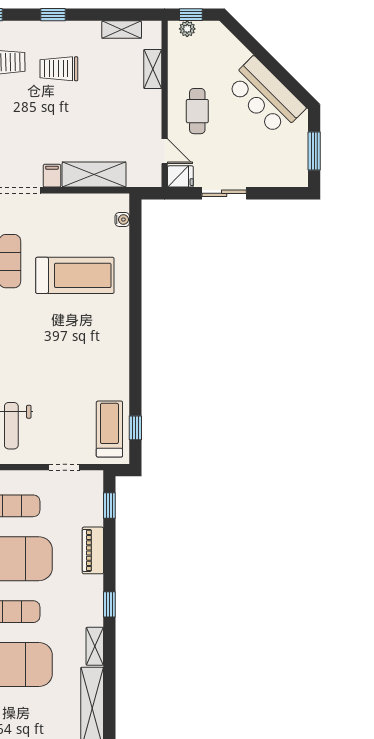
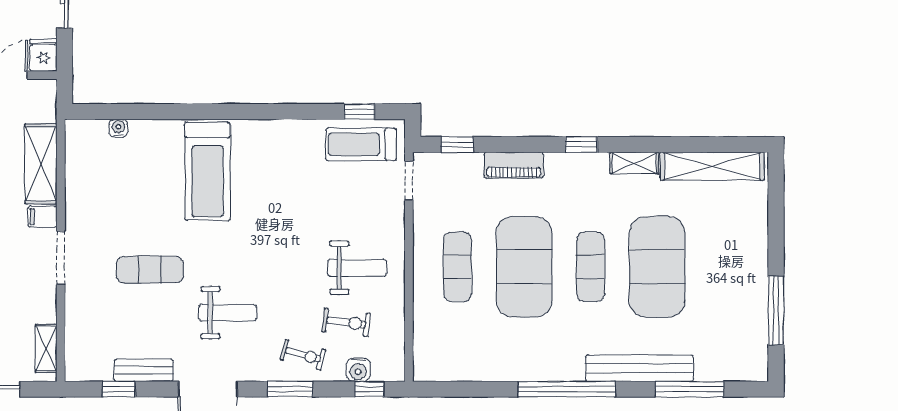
water cooler: (122, 219) -> (119, 128), moved
treadmill: (75, 275) -> (207, 171), moved, turned 180
doorway: (64, 467) -> (409, 180), moved

